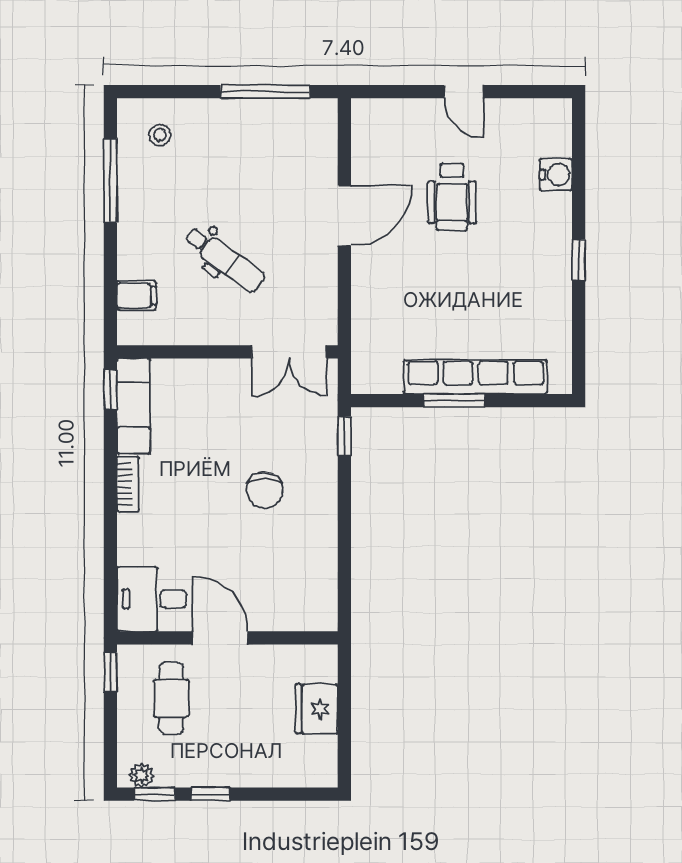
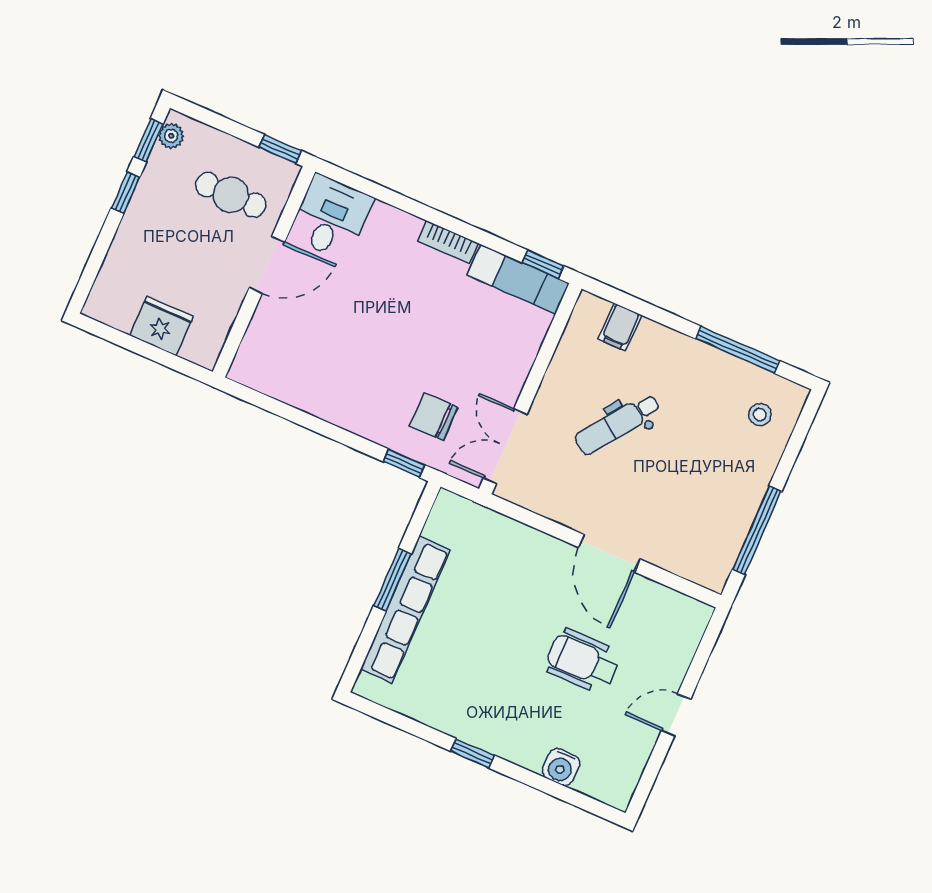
chair: (265, 490) -> (434, 417), moved

